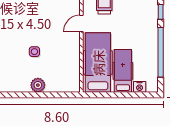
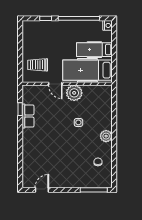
plant: (70, 46) -> (74, 93), added
plant: (38, 85) -> (106, 136), moved
nightstand: (140, 87) -> (107, 25), moved

